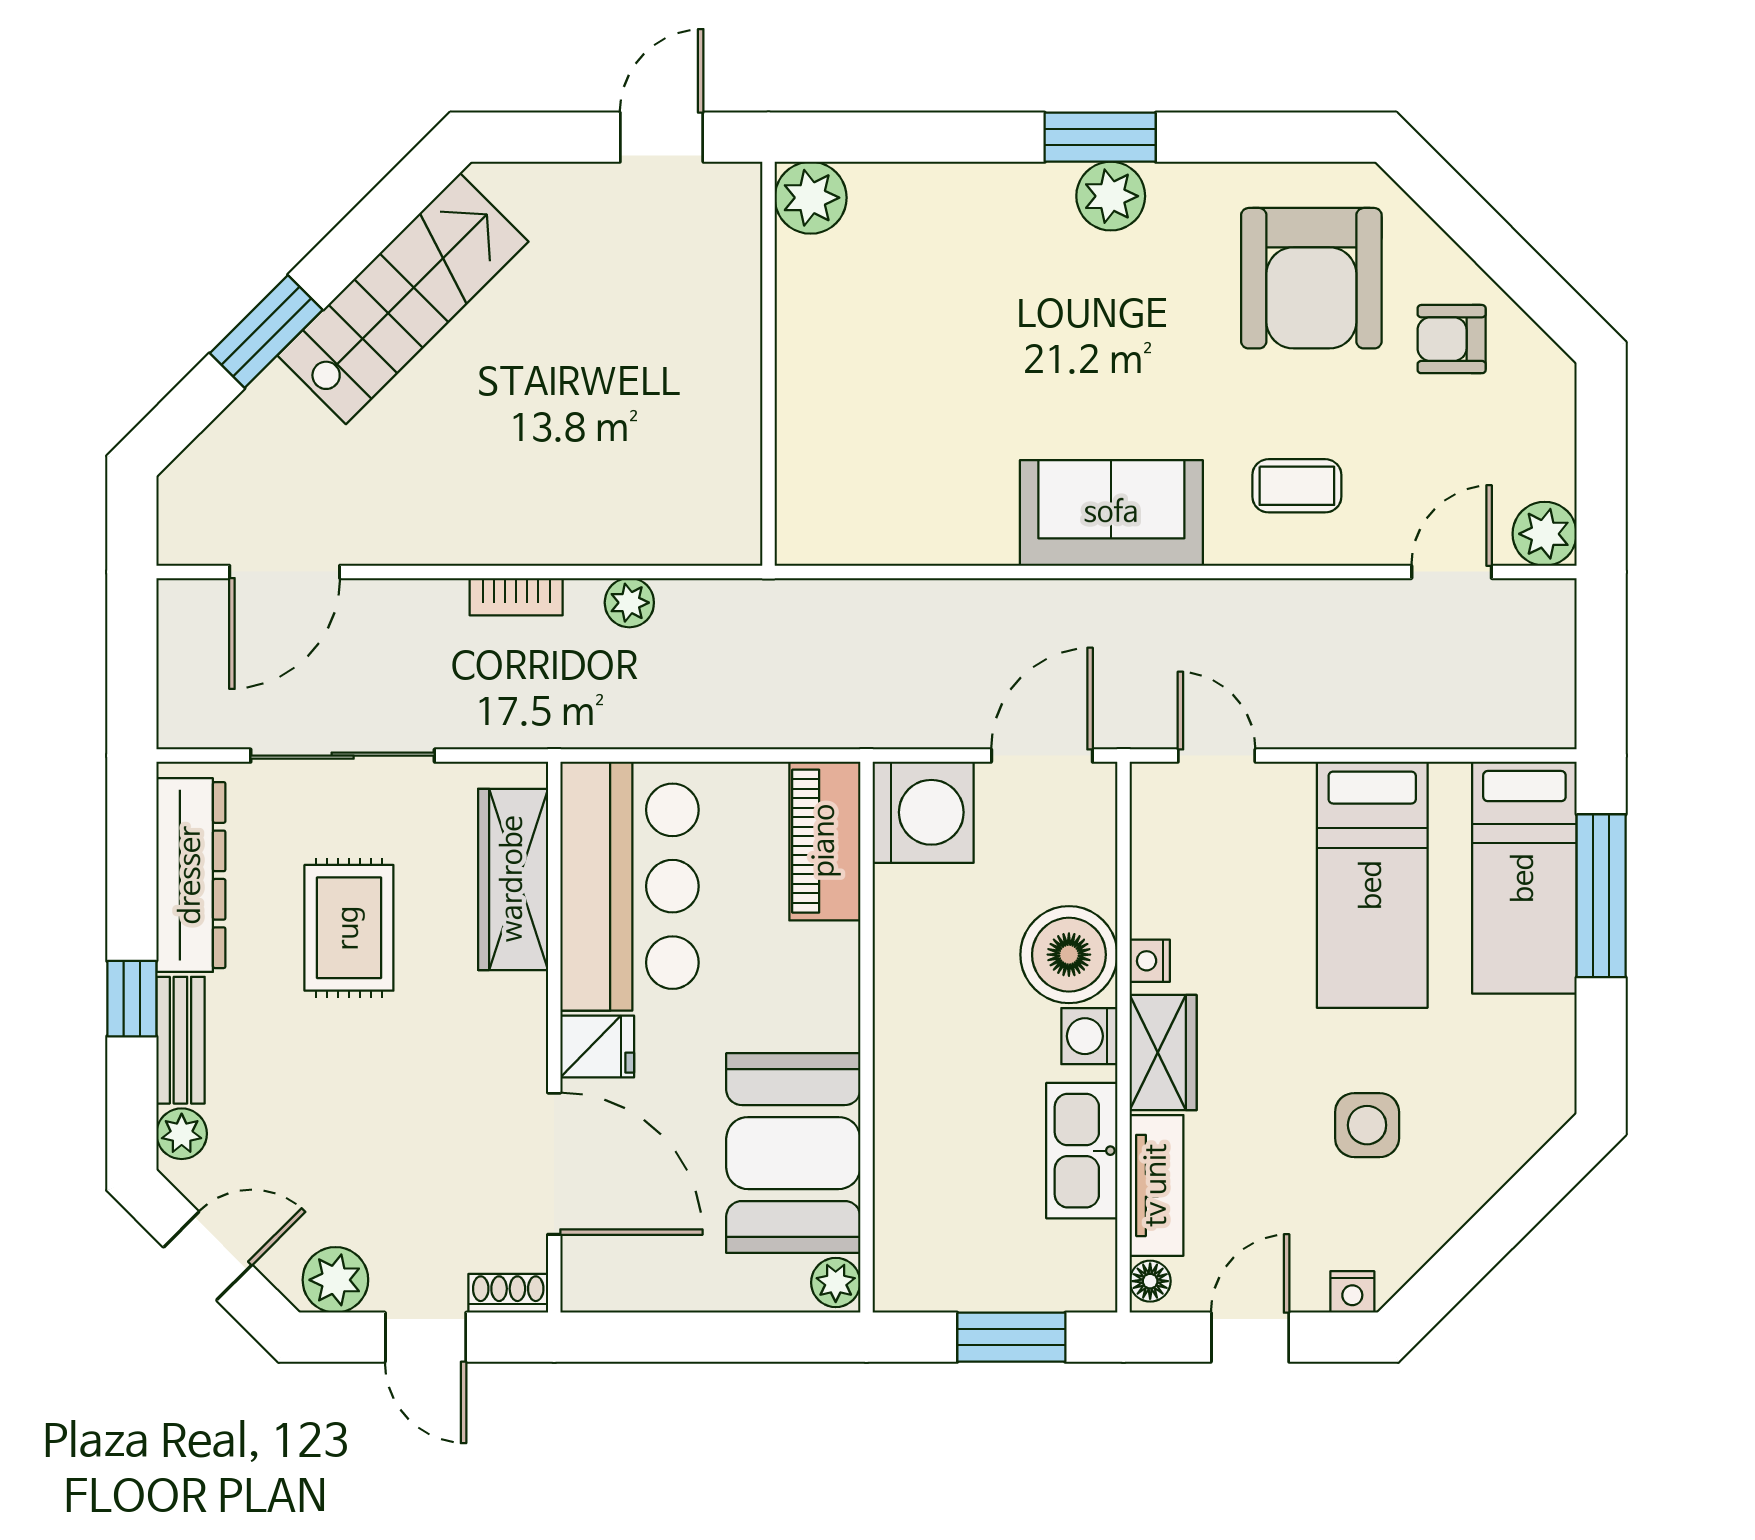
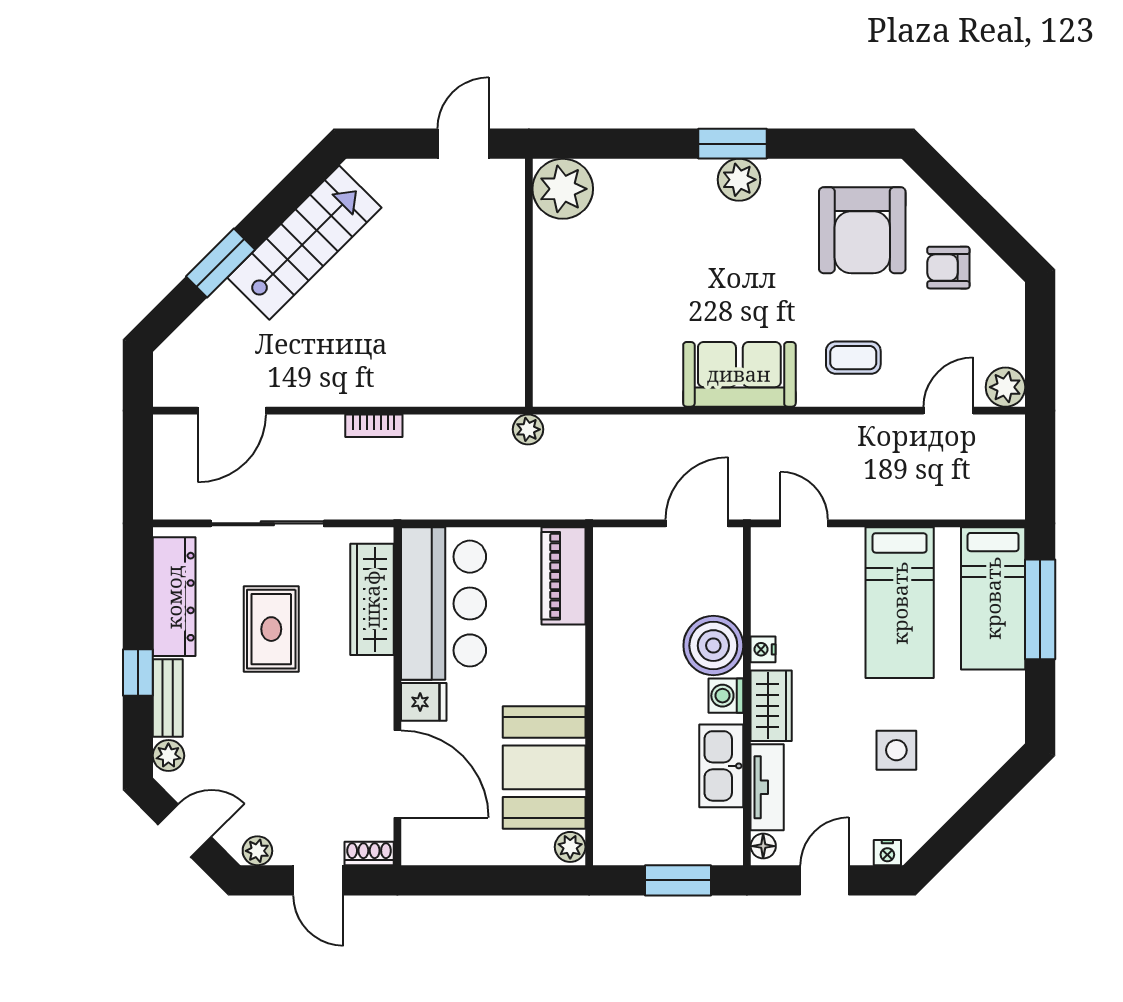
plant: (811, 198) -> (563, 189), width x1.36, depth x1.36
plant: (629, 603) -> (528, 429), moved
washing machine: (923, 812) -> (624, 558), removed
plant: (335, 1280) -> (257, 851), width x0.73, depth x0.73

